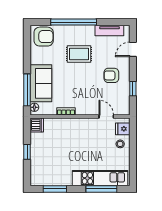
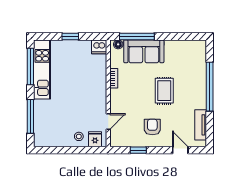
armchair: (44, 37) -> (194, 54), removed
rug: (79, 54) -> (164, 91), moved
kitchen unit: (100, 178) -> (42, 69), moved
window: (55, 189) -> (30, 66), width x1.44

